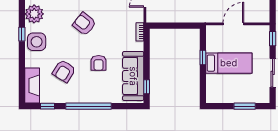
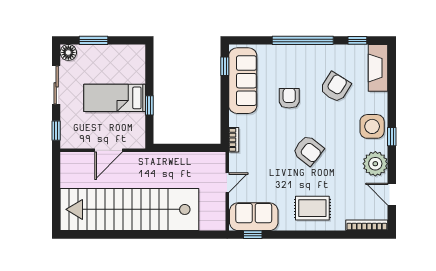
floor lamp: (263, 97) -> (68, 52), added

